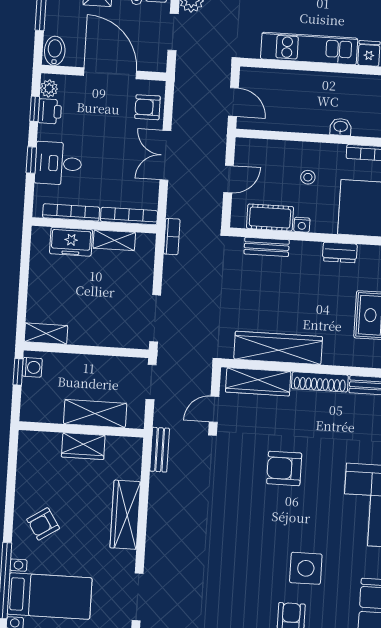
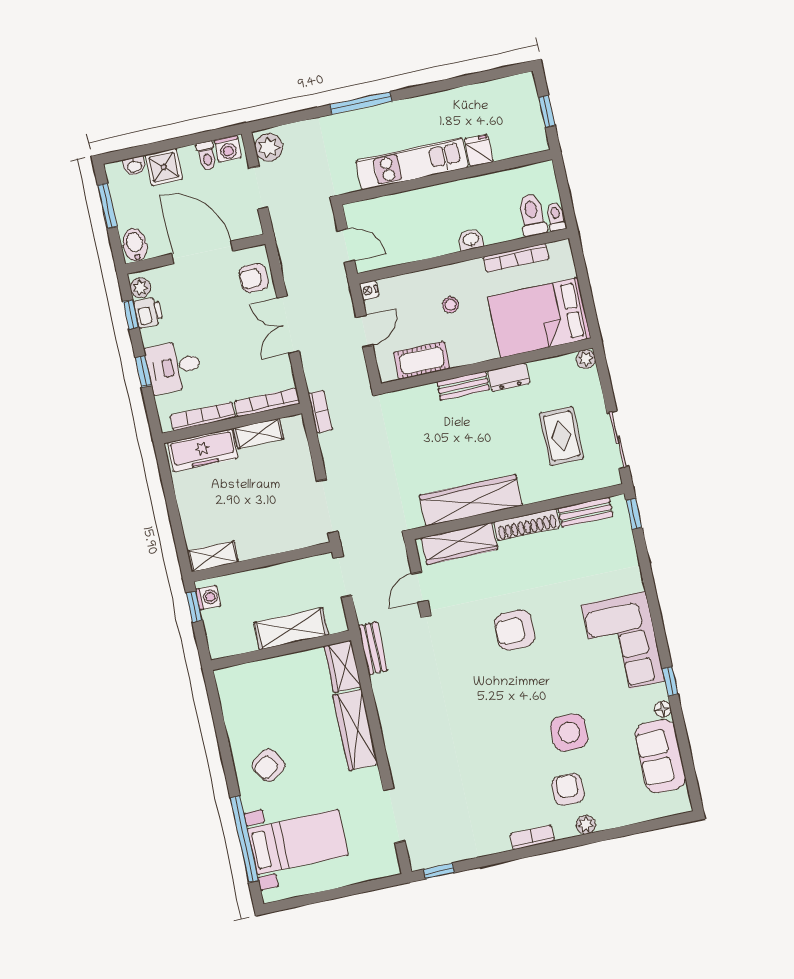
nightstand: (302, 225) -> (369, 290), moved, turned 90
freezer: (71, 242) -> (203, 450), width x1.40
bench: (267, 247) -> (463, 386), moved
wardrobe: (83, 446) -> (343, 666), moved, turned 90

